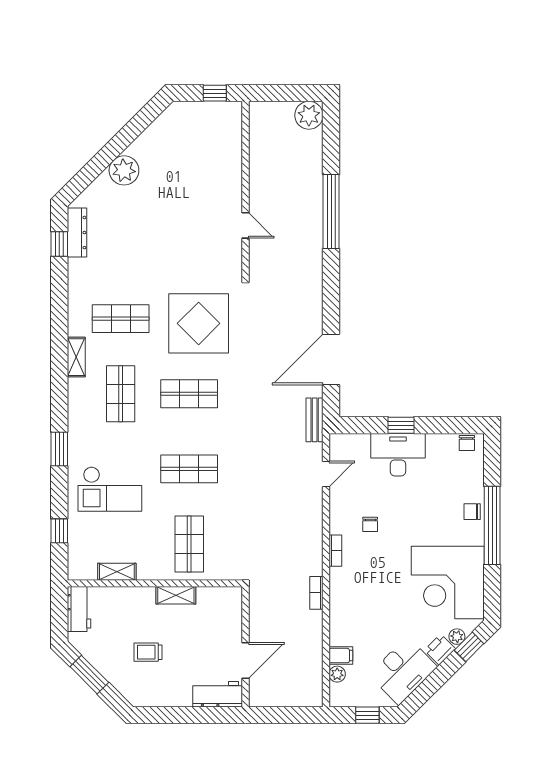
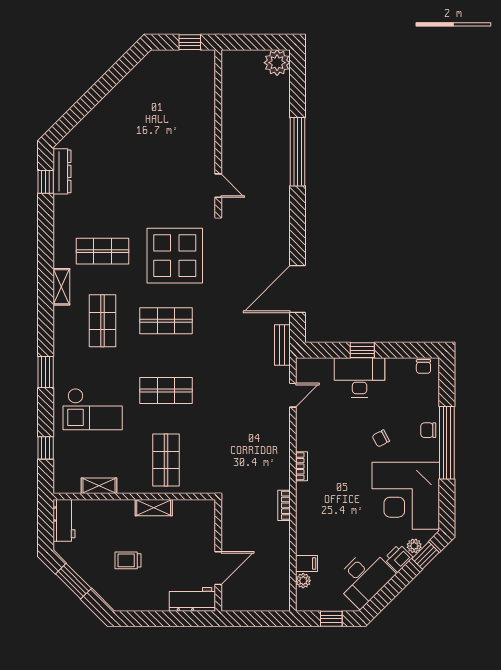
plant: (124, 170) -> (106, 114), removed
door: (245, 225) -> (218, 186), moved
chair: (370, 524) -> (381, 438), moved, turned 62

